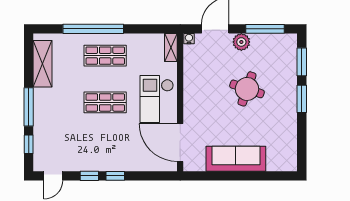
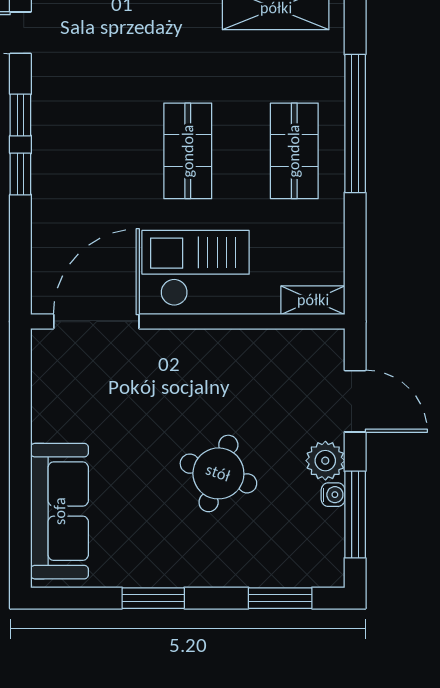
water cooler: (189, 39) -> (333, 495), moved
window: (302, 99) -> (153, 598), moved
sofa: (236, 159) -> (60, 511), moved

